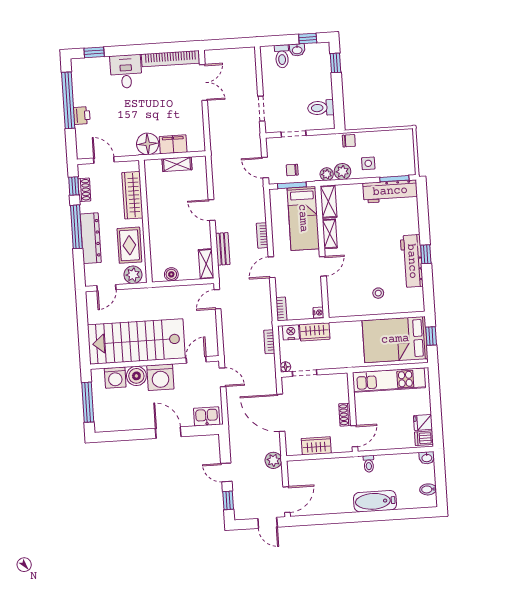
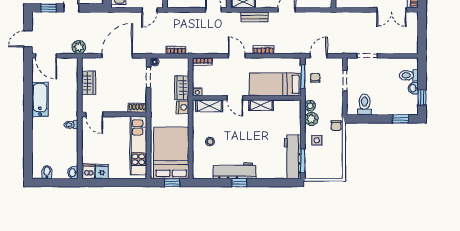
shelving: (328, 202) -> (209, 106), moved
nightstand: (291, 332) -> (183, 107), moved
shoe rack: (345, 415) -> (137, 108), moved
bathtub: (375, 501) -> (40, 99), moved

